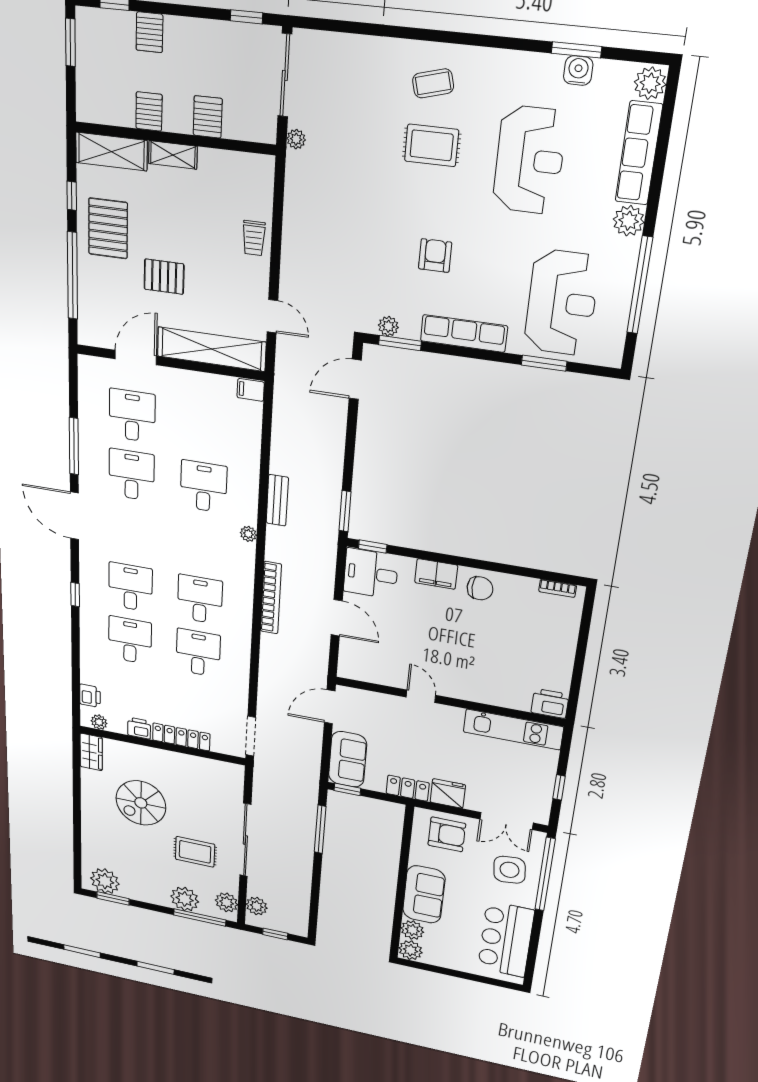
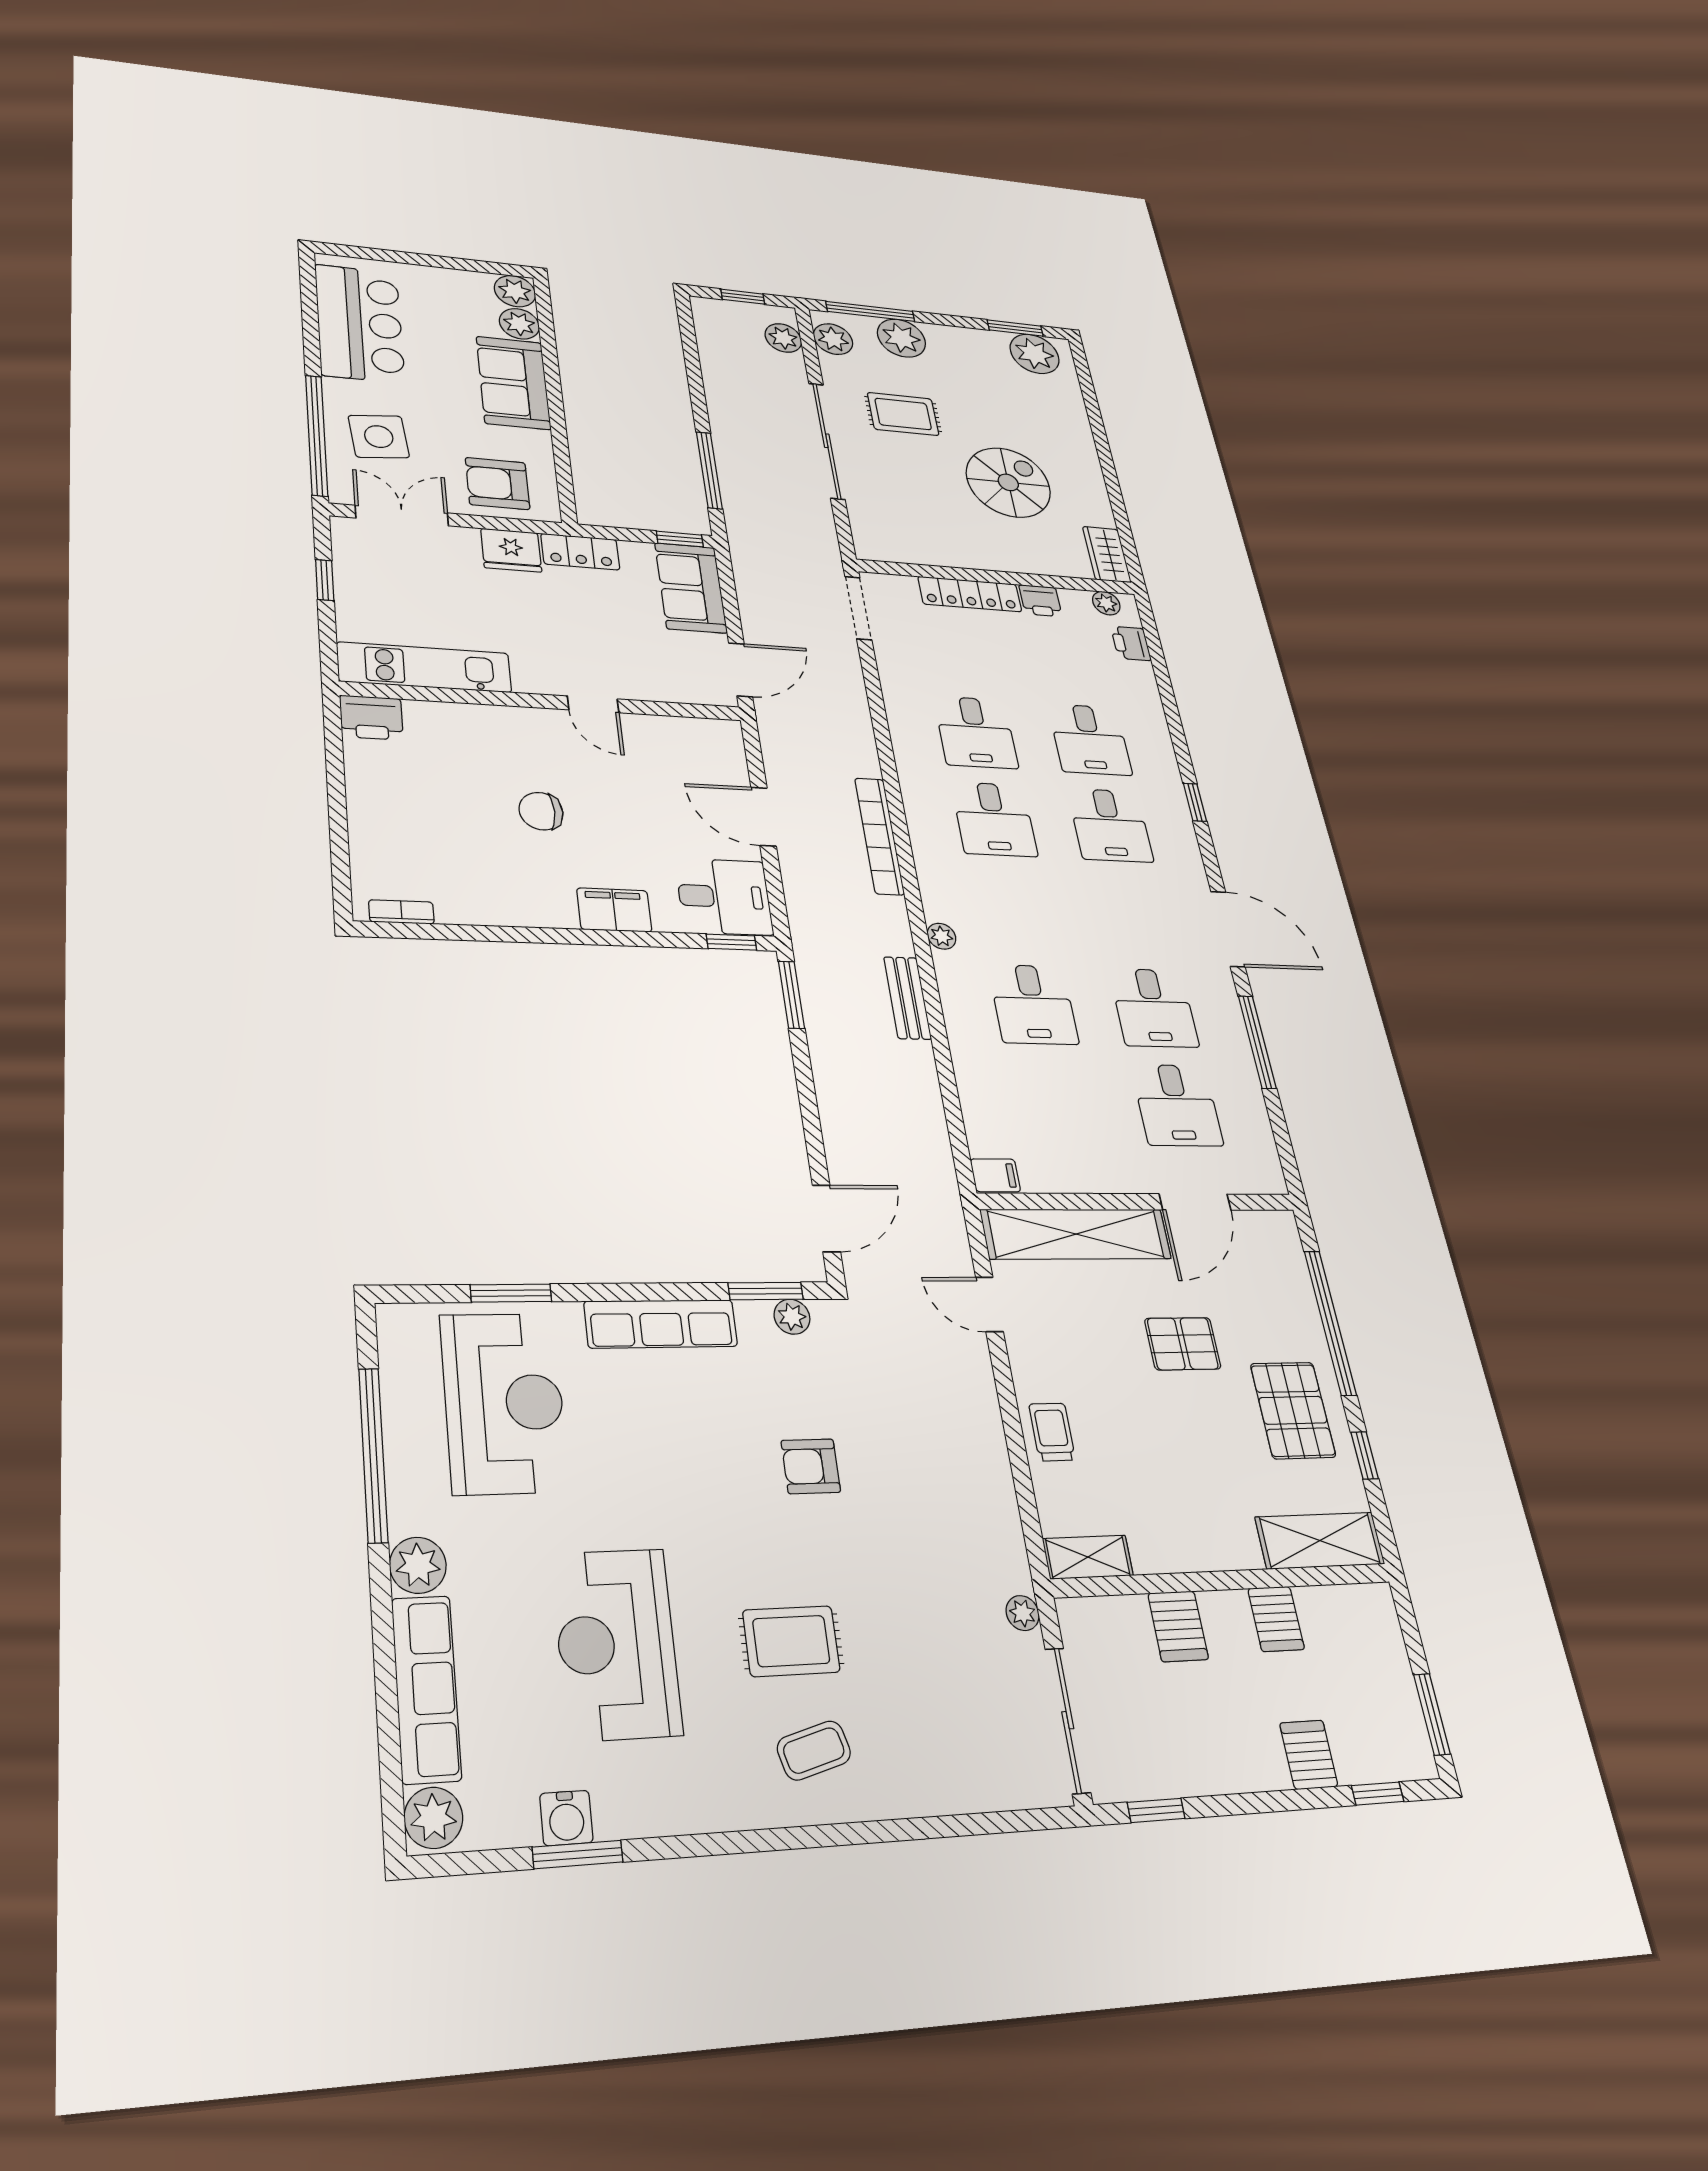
shelving: (173, 155) -> (1088, 1557), moved
armchair: (435, 256) -> (811, 1466), moved, turned 90
reception desk: (562, 303) -> (504, 1403), turned 180
chair: (480, 588) -> (541, 811), moved

